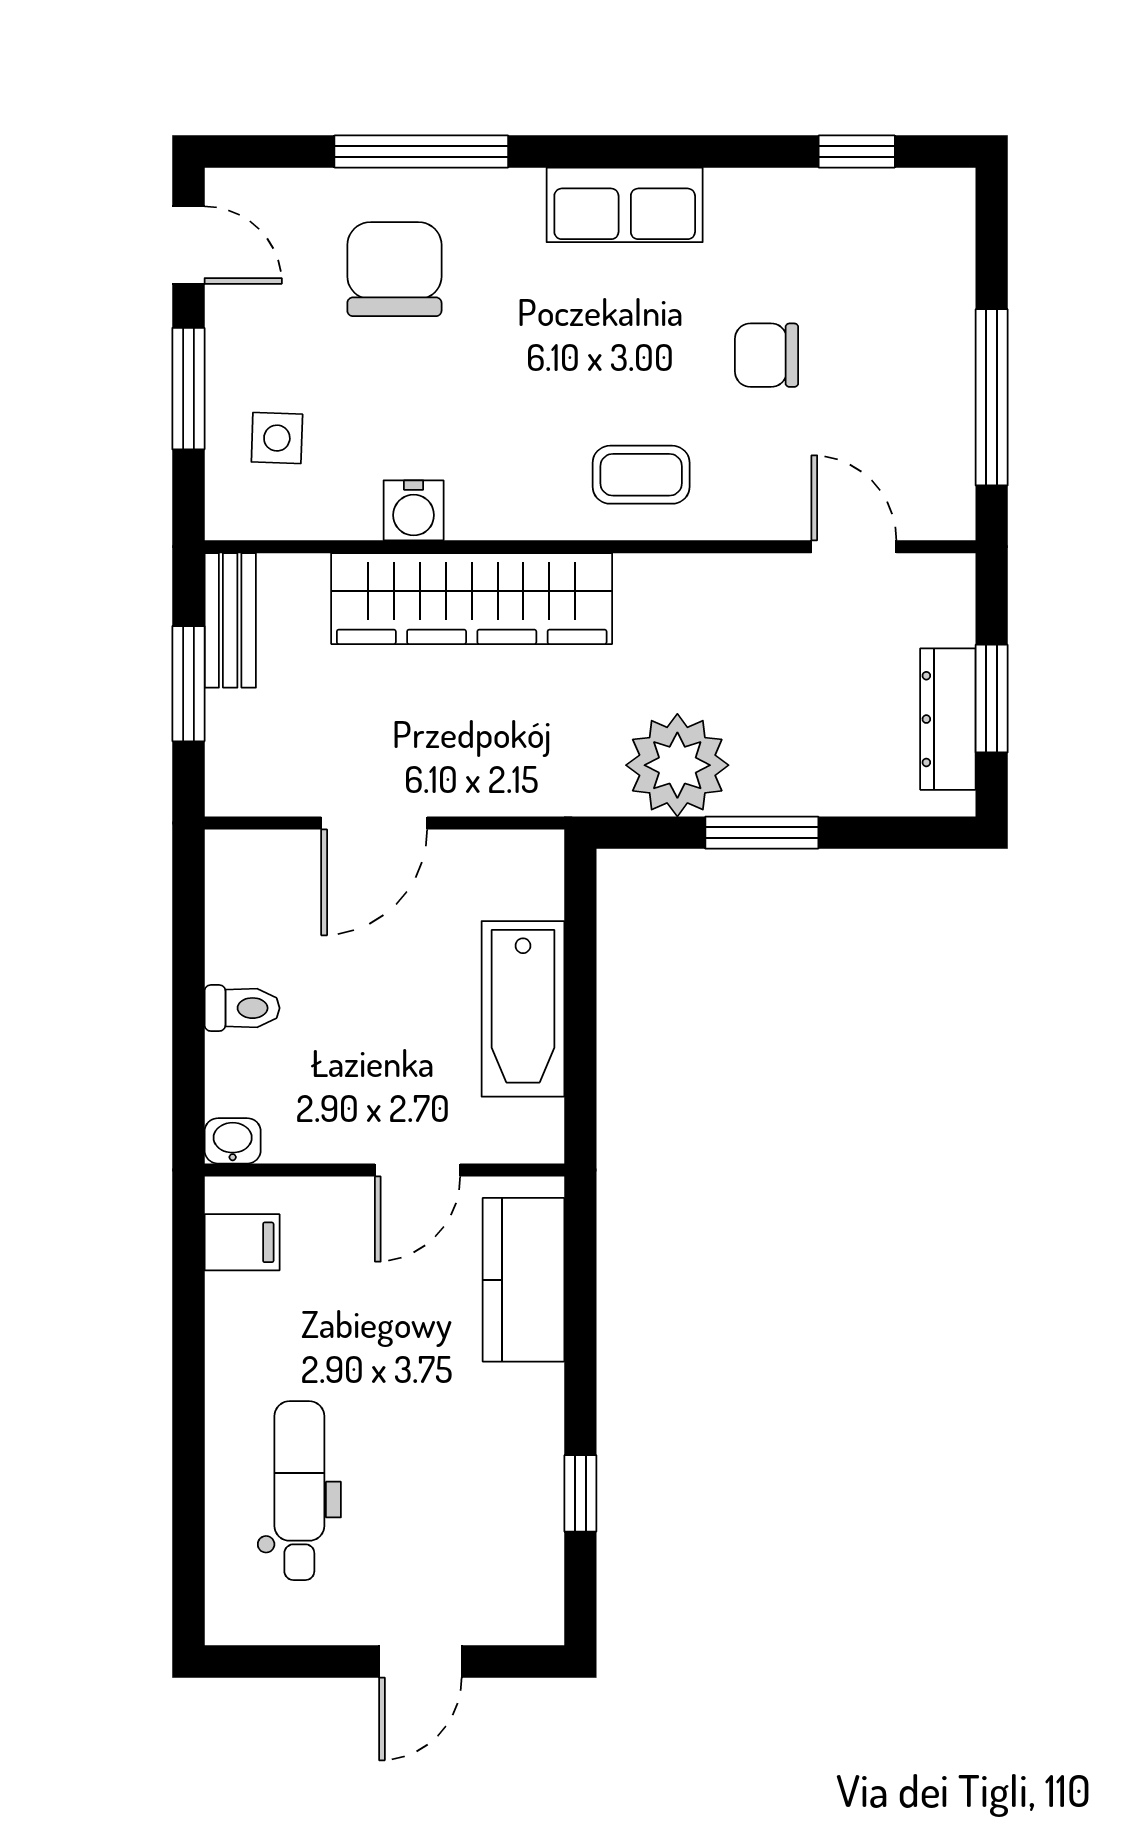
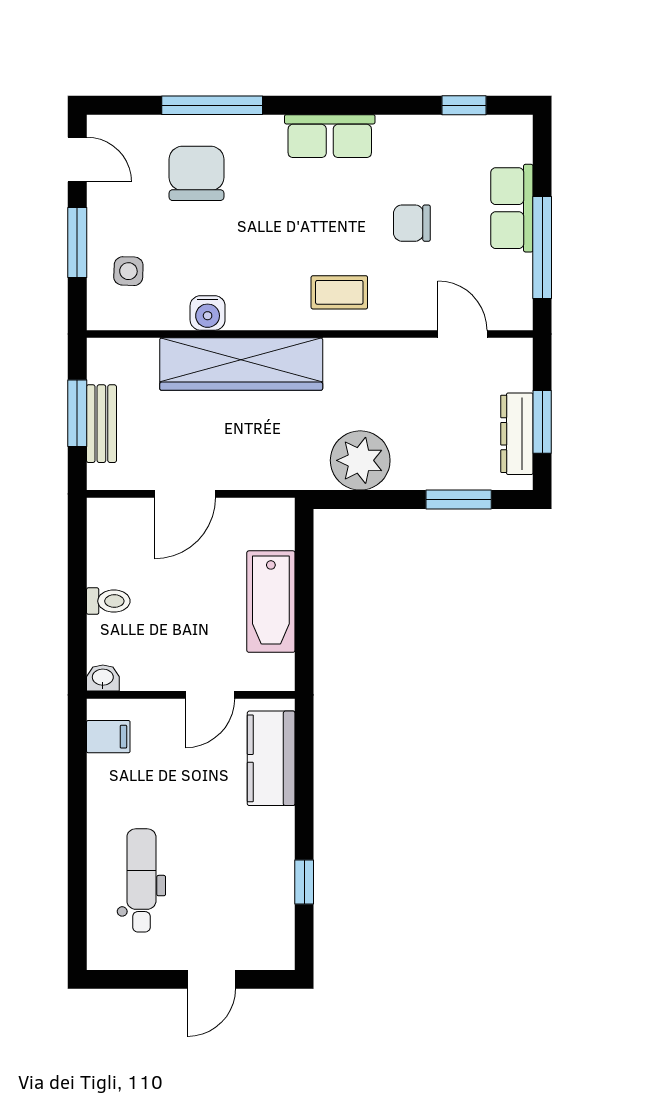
row of seats: (939, 329) -> (512, 208), added
bench: (230, 620) -> (101, 424), moved
window: (762, 833) -> (459, 500), moved

